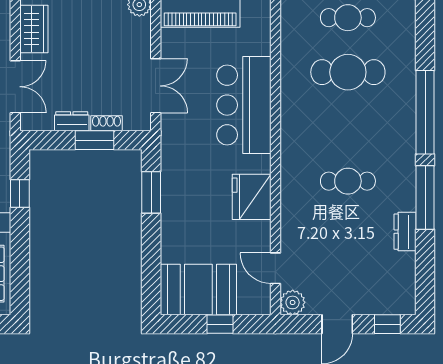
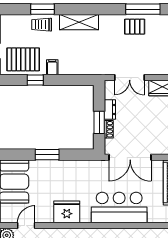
double door: (156, 86) -> (130, 157), width x1.37
window: (151, 192) -> (47, 155), moved
window: (20, 193) -> (35, 80), moved

